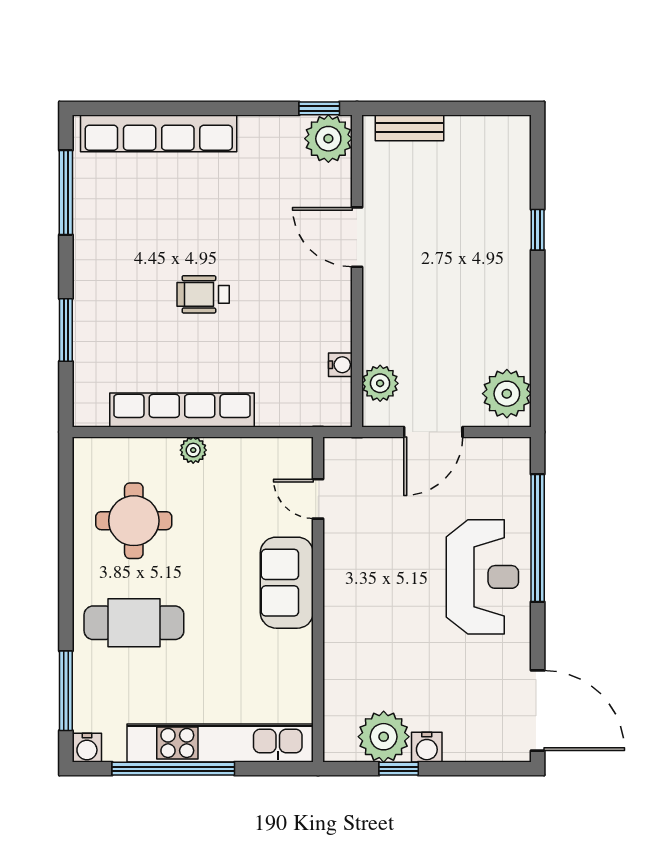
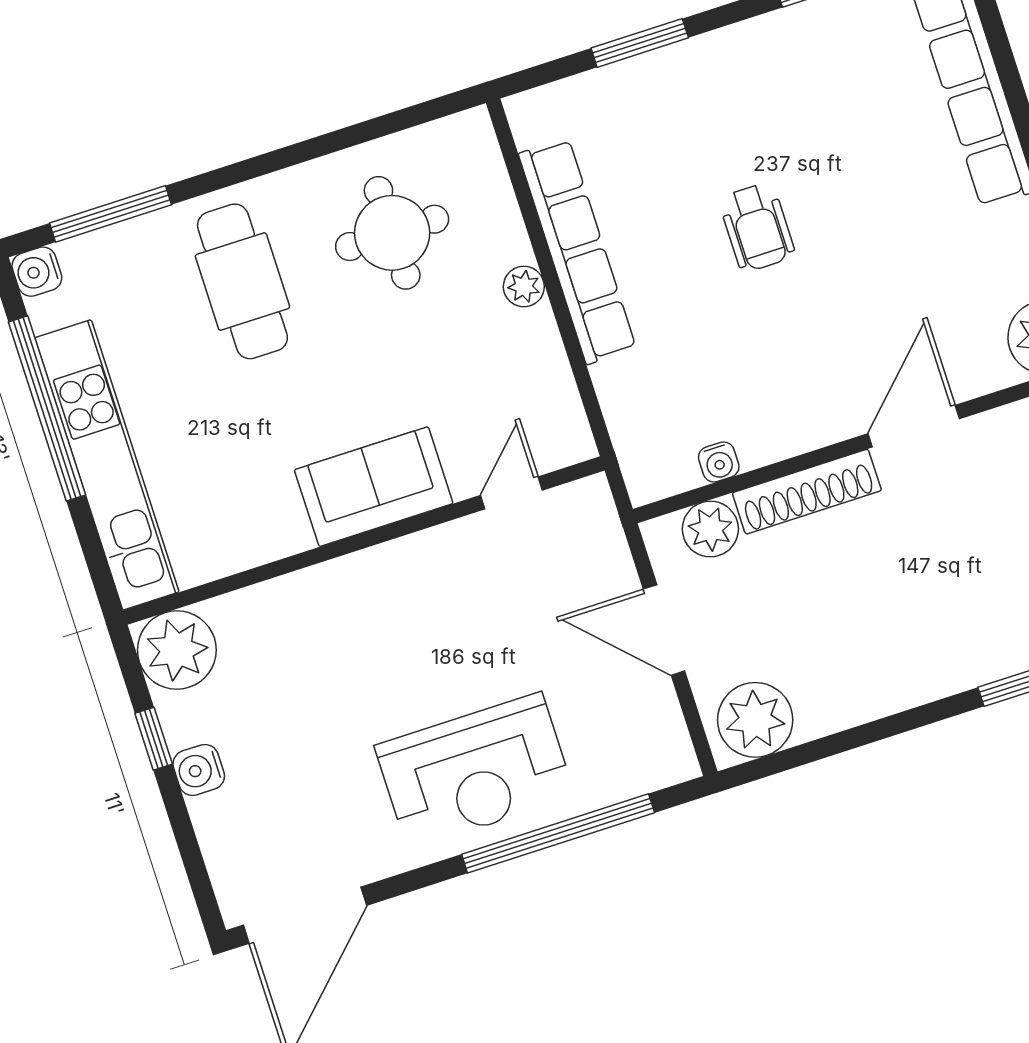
wheelchair: (203, 294) -> (757, 227), turned 180
shoe rack: (376, 316) -> (807, 492), added
plant: (384, 737) -> (177, 650), moved

